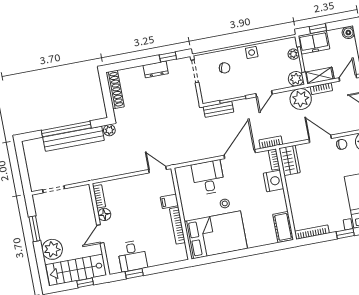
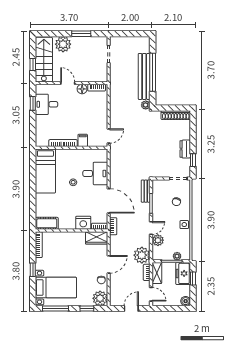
plant: (296, 79) -> (158, 240), moved
door: (264, 94) -> (151, 228), swing flipped
bed: (216, 235) -> (45, 171), width x0.67

